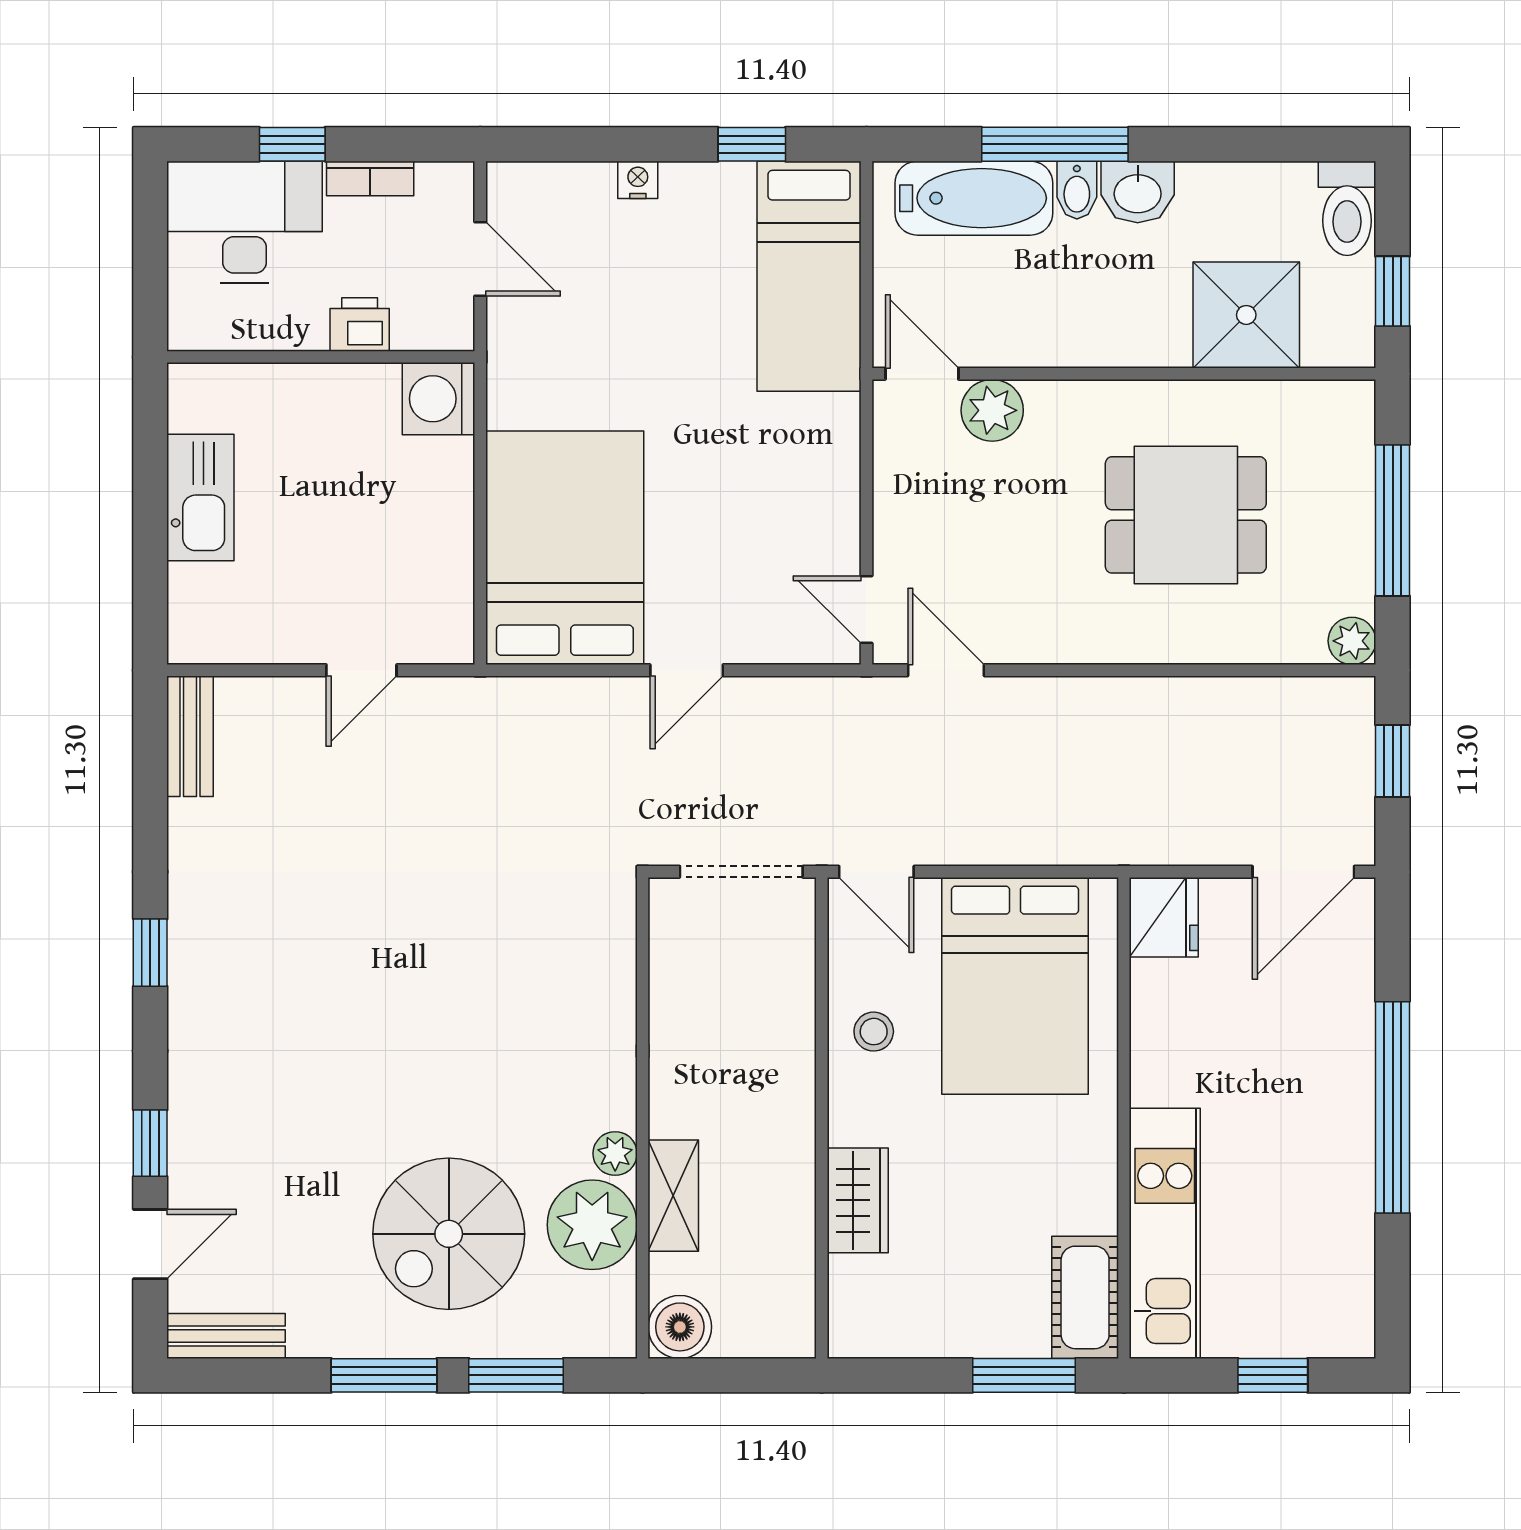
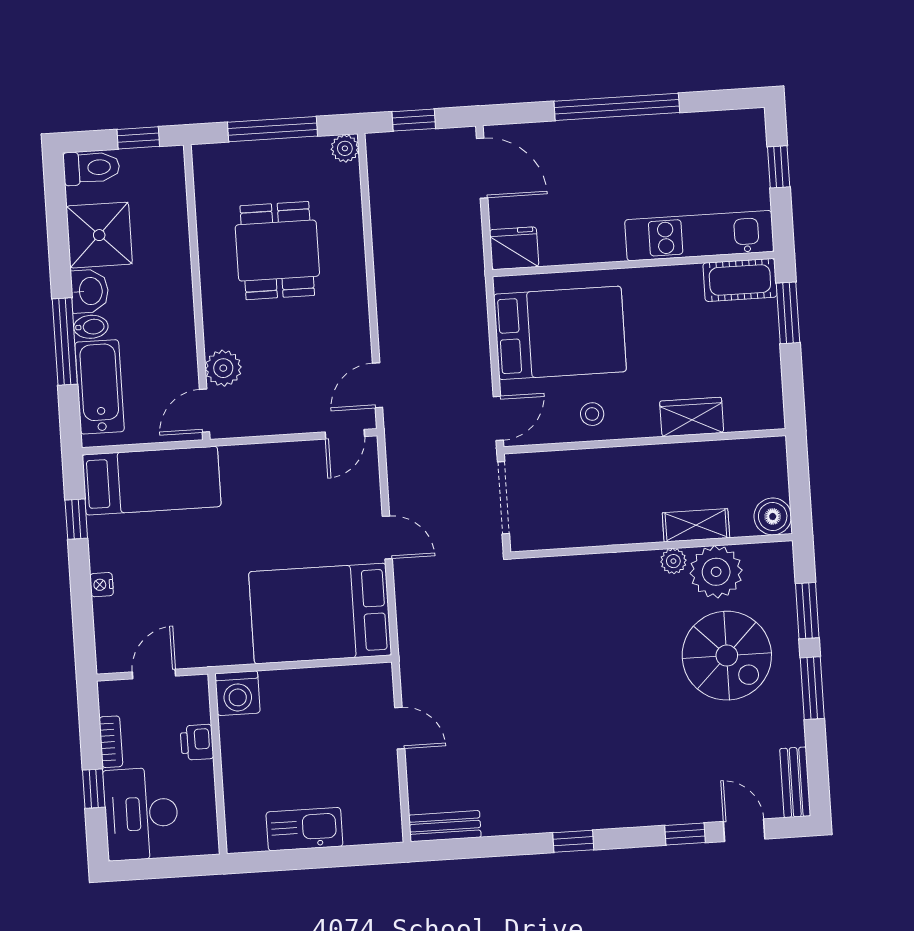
shower: (1246, 315) -> (99, 235), moved

